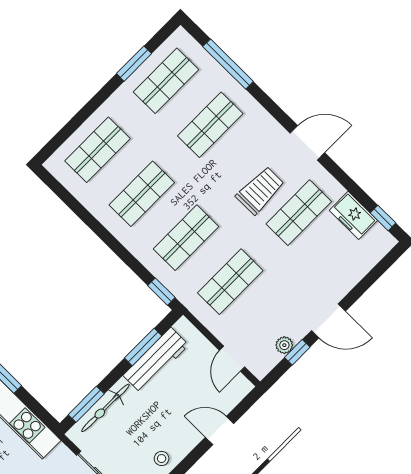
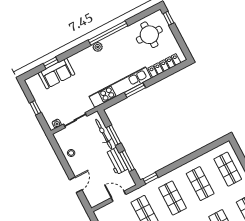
door: (232, 359) -> (119, 196), moved
workbench: (156, 360) -> (117, 161), width x0.73
window: (86, 404) -> (114, 135), moved

